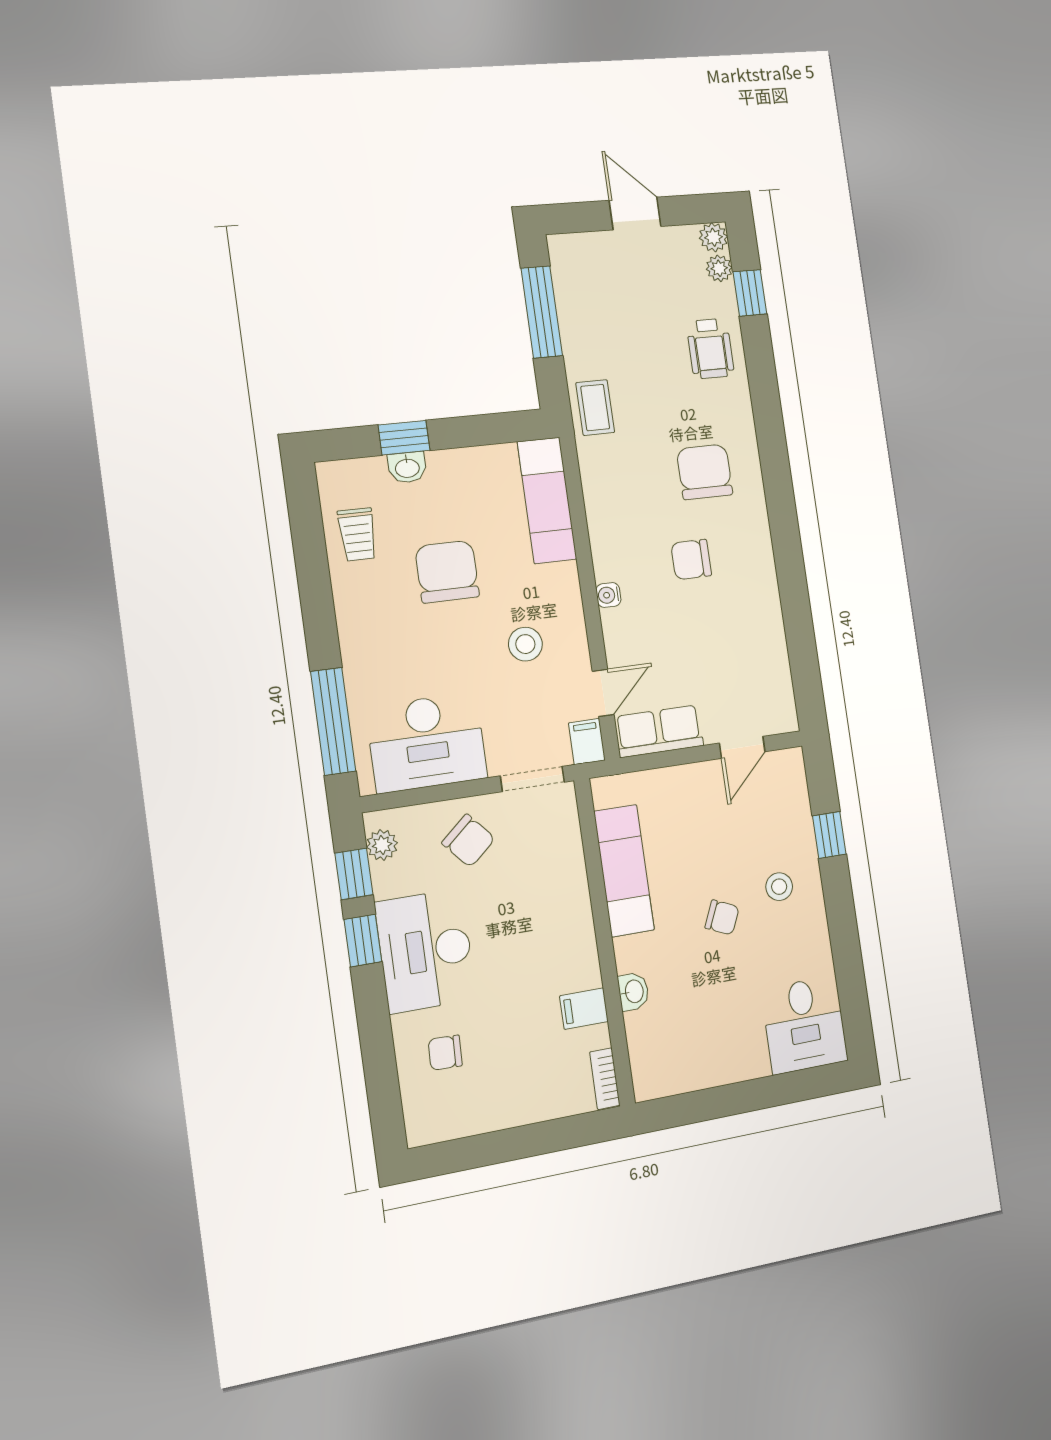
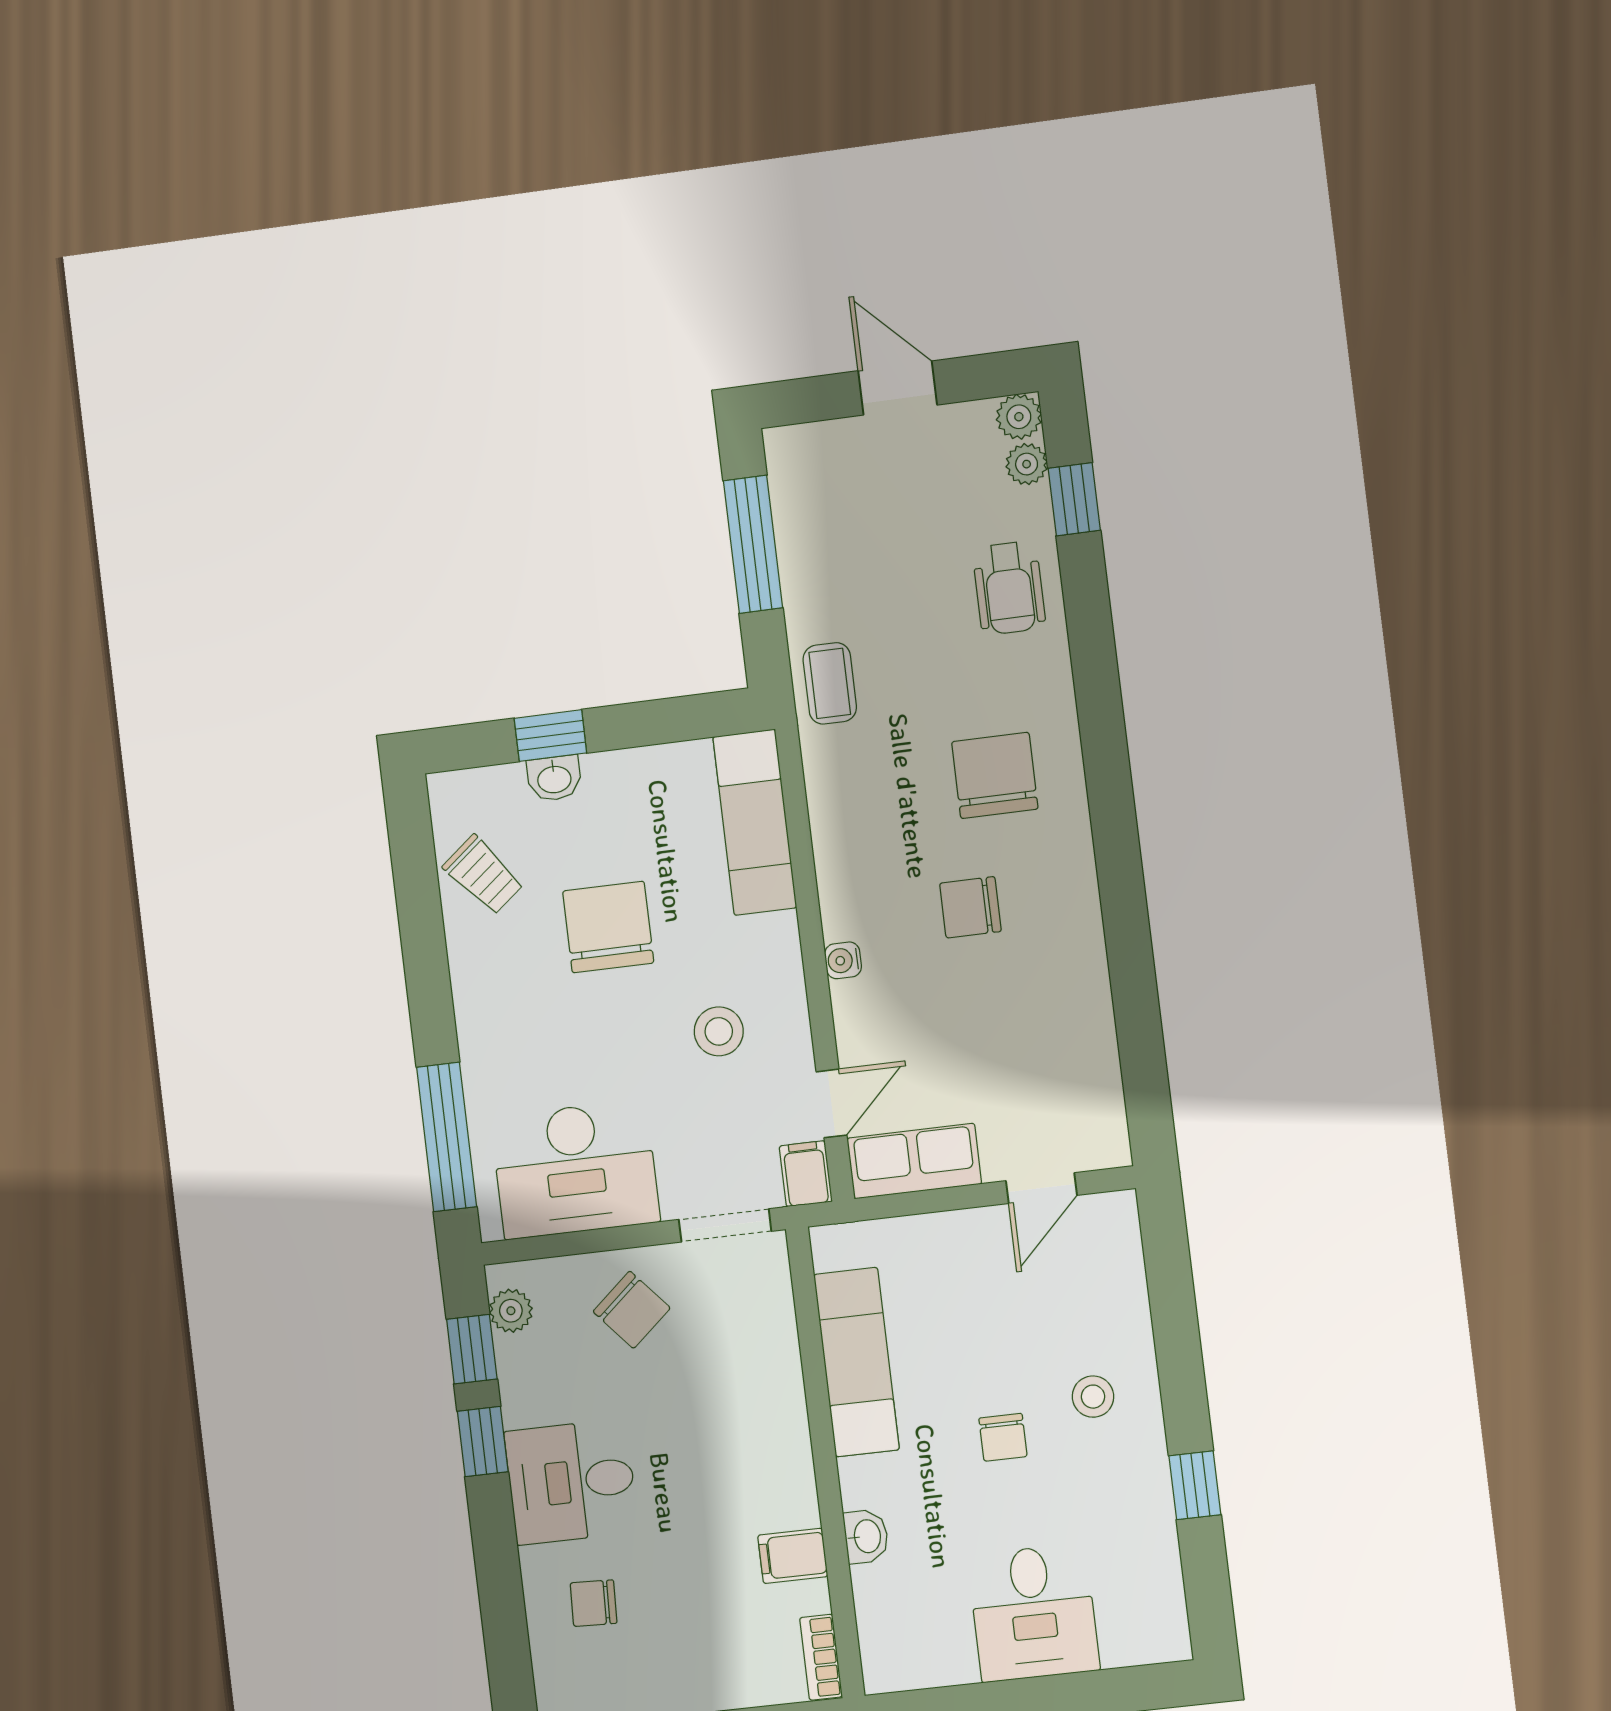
trolley: (357, 534) -> (483, 875), turned -39
window: (829, 835) -> (1195, 1485), moved
chair: (722, 917) -> (1003, 1437), turned 66
desk: (426, 951) -> (571, 1482), width x0.73
desk: (804, 1025) -> (1033, 1613), moved

